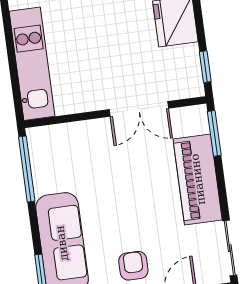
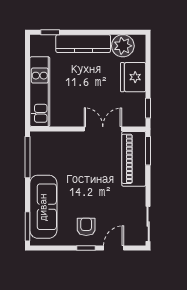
double door: (139, 109) -> (103, 129), swing flipped
piano: (198, 179) -> (134, 159), moved

